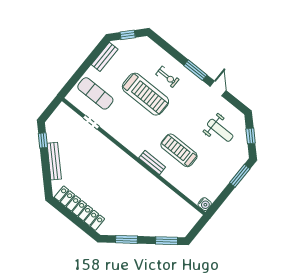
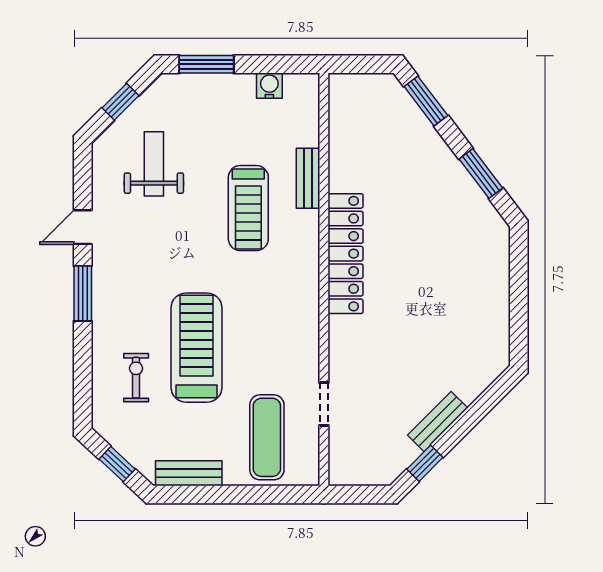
exercise bike: (167, 77) -> (136, 378), moved
bench: (54, 161) -> (438, 422), width x0.73
bench: (152, 163) -> (308, 178), moved
water cooler: (205, 204) -> (269, 86), moved
locker: (79, 208) -> (346, 254), moved, turned 180

